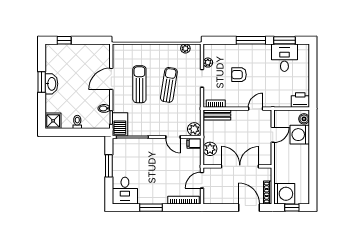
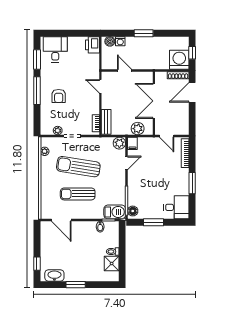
desk: (284, 58) -> (55, 49), moved, turned 90
armchair: (239, 75) -> (59, 96), moved
door: (111, 79) -> (61, 220), moved
washbasin: (51, 84) -> (54, 275), moved
sun lounger: (169, 85) -> (78, 167), width x1.36, depth x1.34
shower: (53, 121) -> (112, 264), moved
washing machine: (300, 135) -> (120, 41), width x0.53, depth x0.53
floor lamp: (121, 144) -> (133, 211), added
window: (313, 155) -> (144, 33), added

